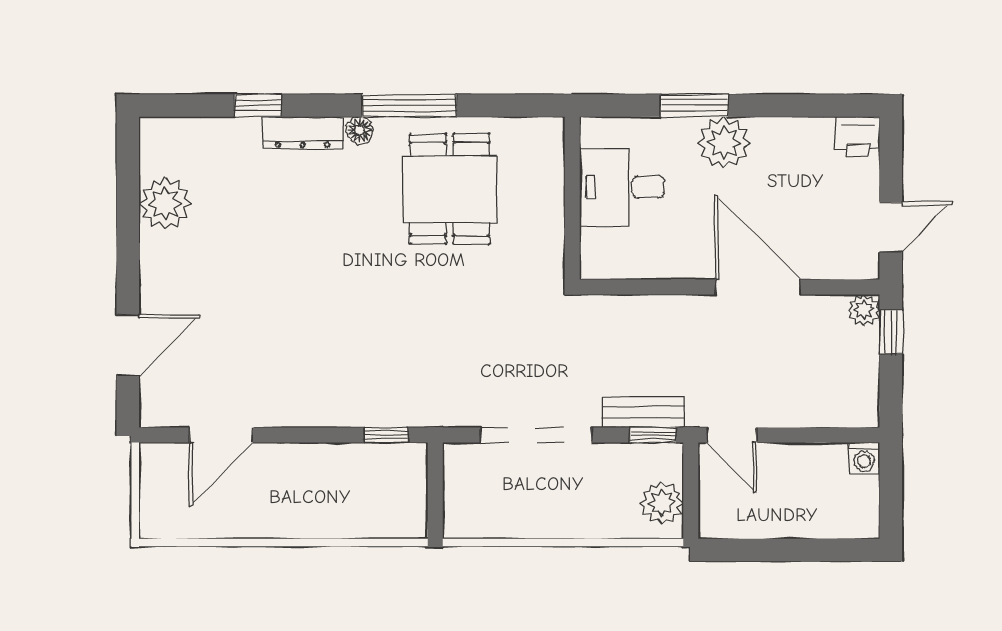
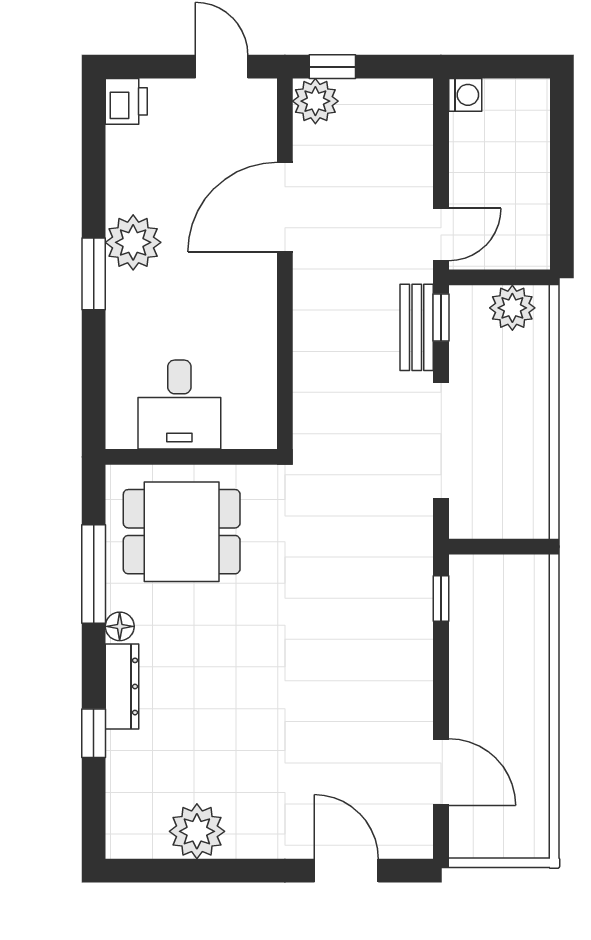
desk: (622, 187) -> (179, 405), moved
wall: (572, 198) -> (191, 457), moved
plant: (864, 310) -> (315, 101), width x1.38, depth x1.38

